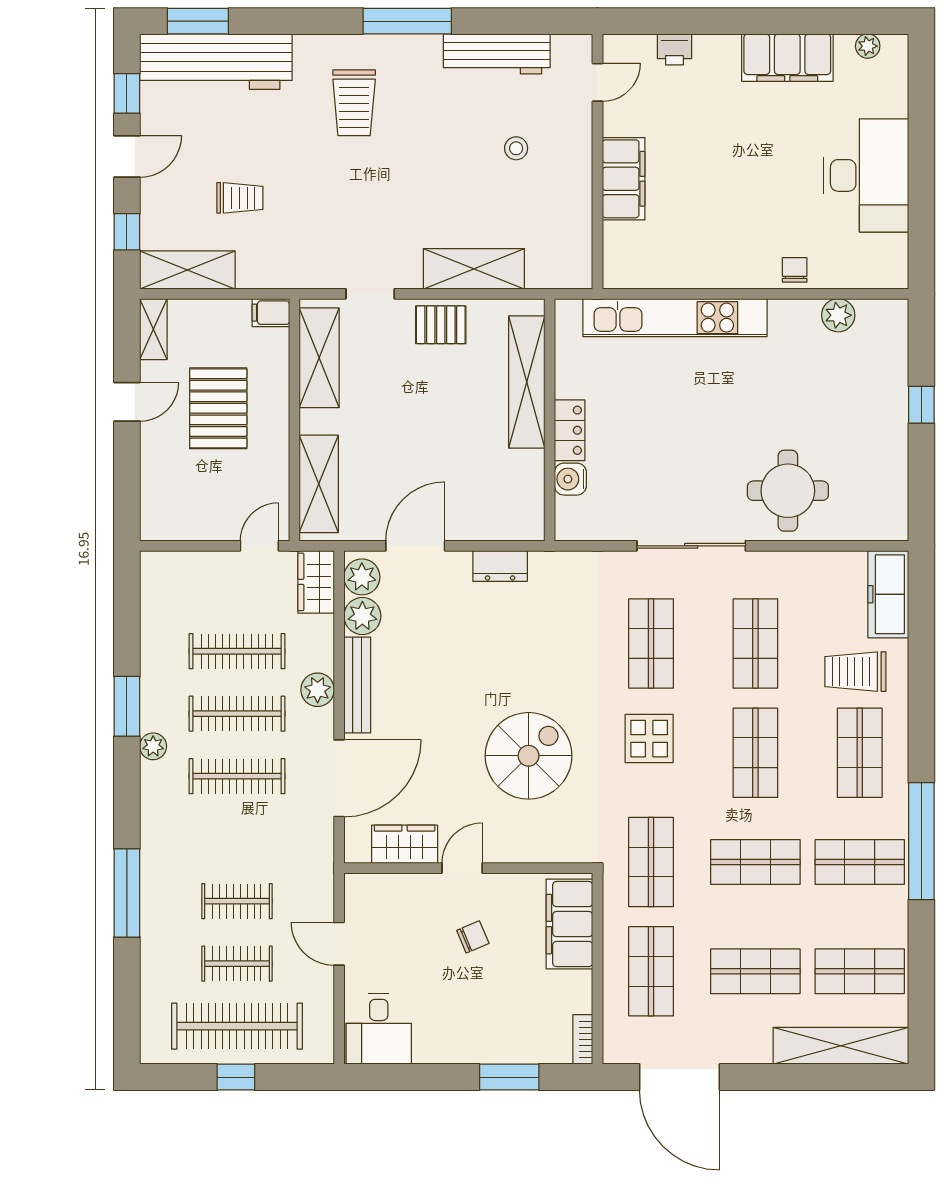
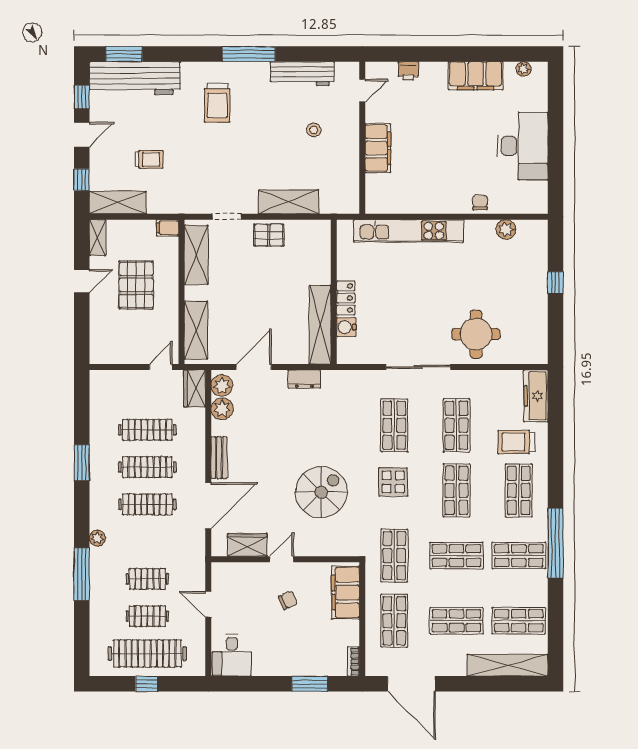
shelving: (527, 382) -> (320, 325), moved
bench: (357, 685) -> (219, 458), width x0.73
plant: (318, 690) -> (195, 453), removed
plant: (153, 746) -> (97, 538), moved

